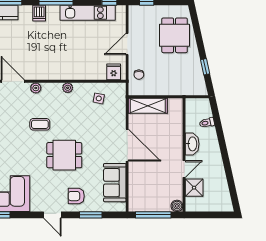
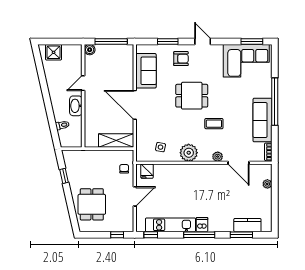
dishwasher: (39, 13) -> (202, 225), moved
plant: (68, 88) -> (189, 153), width x1.87, depth x1.87
shower: (194, 188) -> (54, 52), moved

